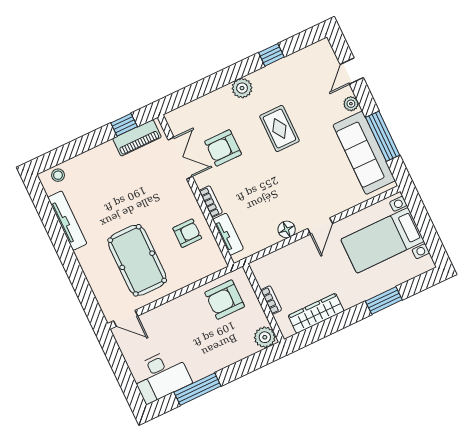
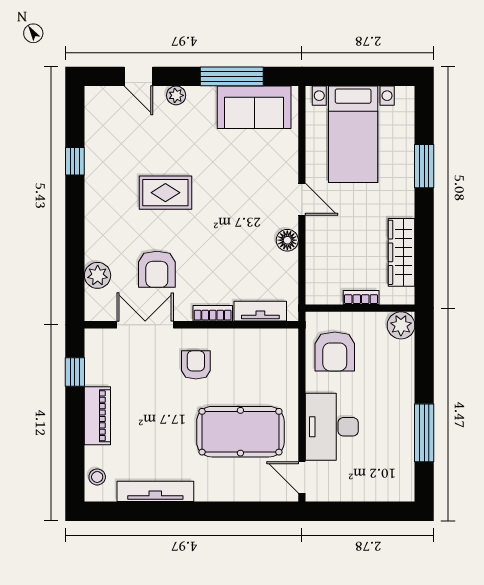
plant: (242, 88) -> (98, 275), moved
piano: (137, 138) -> (97, 416), moved
sofa: (364, 153) -> (254, 107), width x0.73
armchair: (187, 233) -> (196, 365), moved
door: (126, 318) -> (302, 477), swing flipped
desk: (161, 376) -> (332, 427), moved, turned 180

